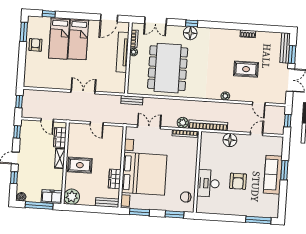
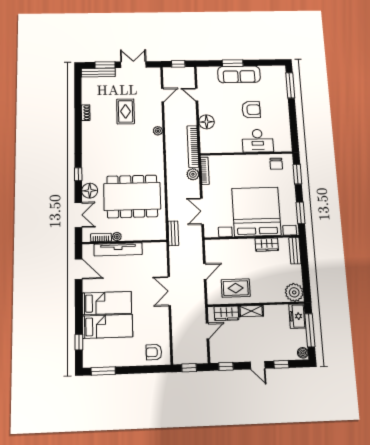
floor lamp: (190, 33) -> (90, 191), moved
armchair: (35, 45) -> (154, 352), moved
rug: (80, 165) -> (236, 288), moved, turned 90

